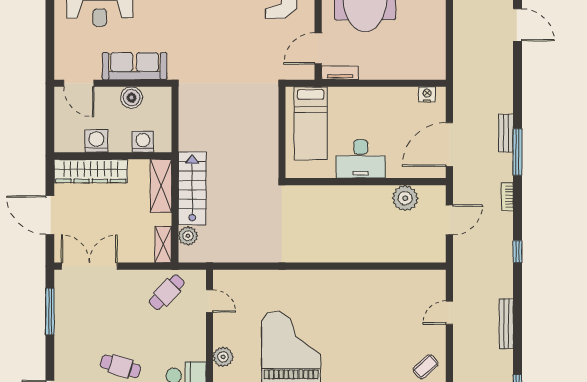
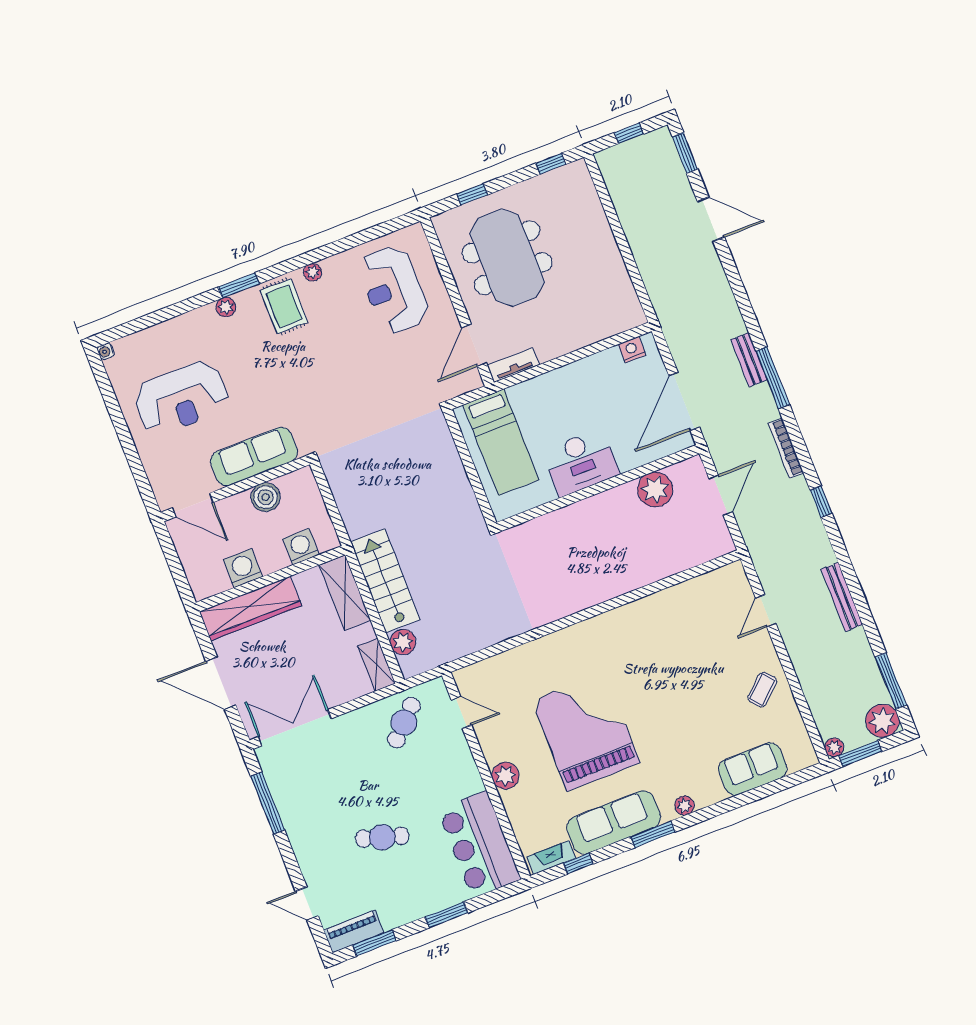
bookcase: (507, 197) -> (786, 448), width x1.56

